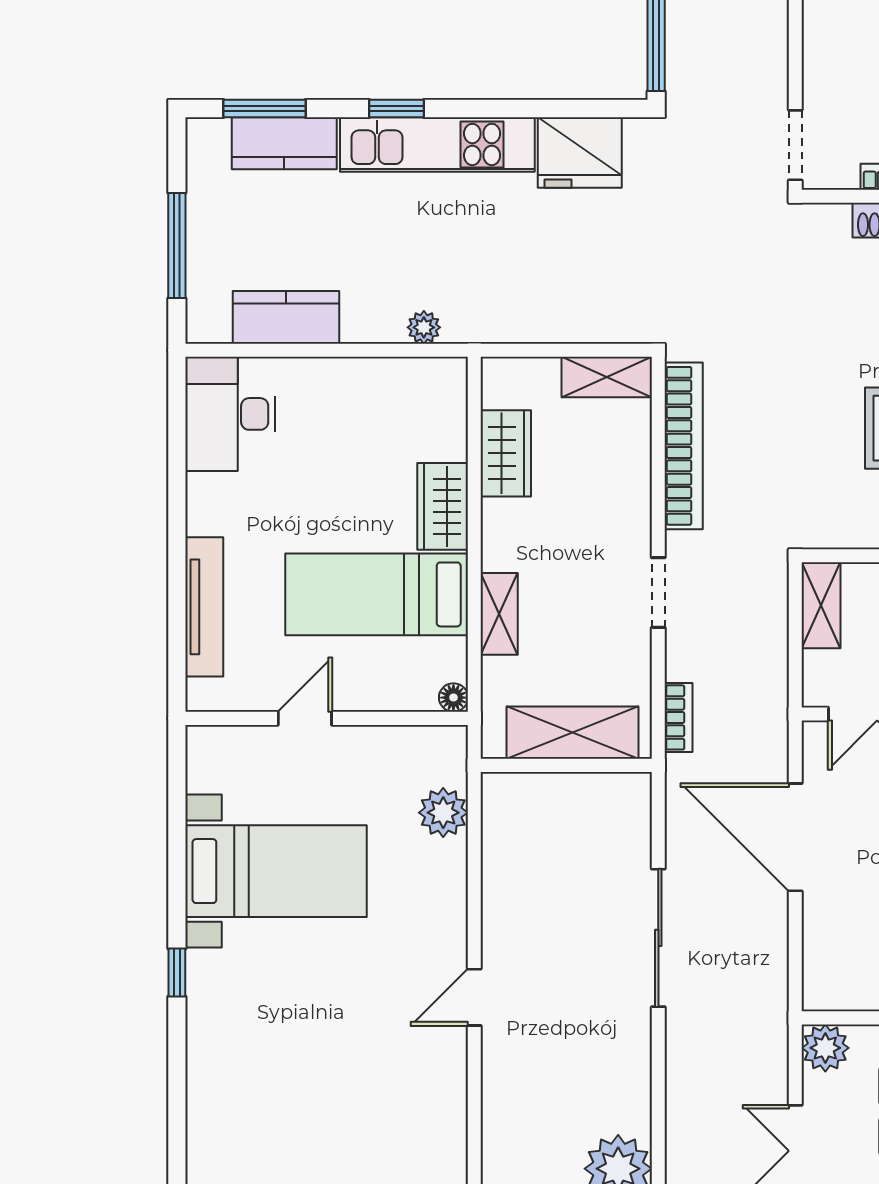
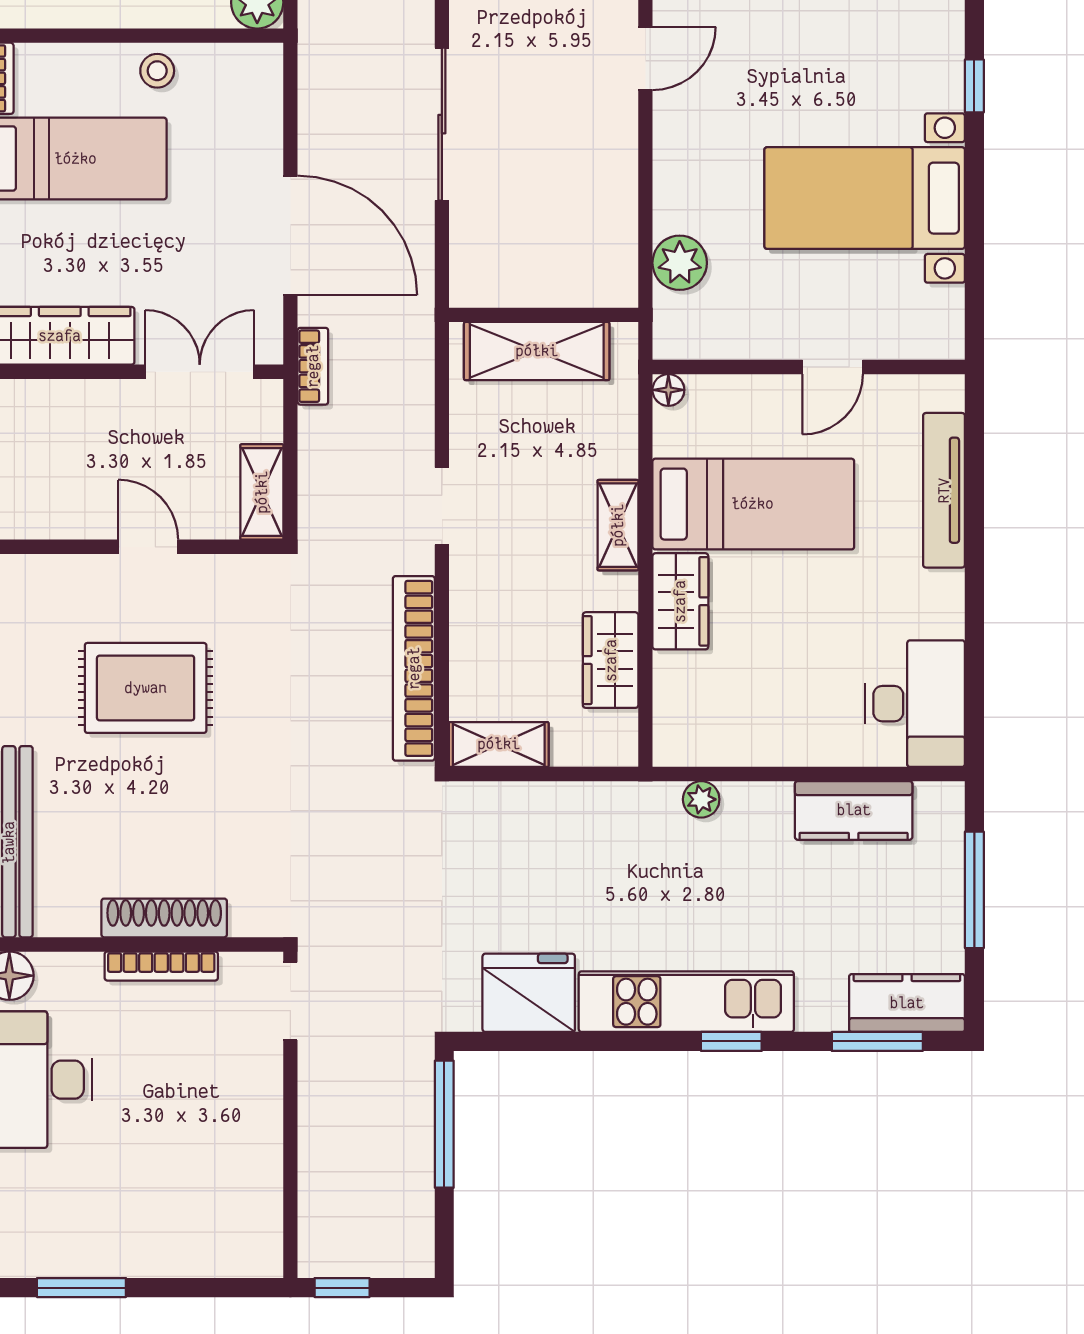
kitchen counter: (284, 143) -> (907, 1003), moved
shelving: (499, 614) -> (618, 525), moved
bookcase: (679, 717) -> (313, 366), moved, turned 180

